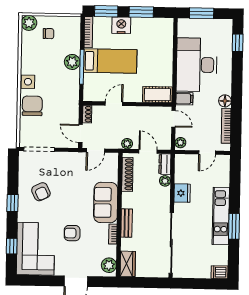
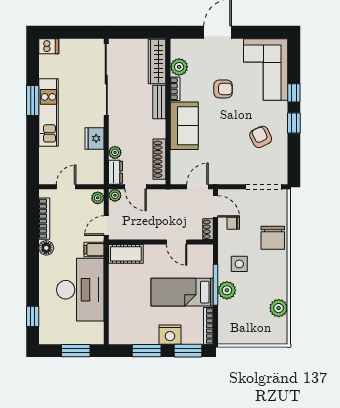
plant: (29, 23) -> (279, 308), moved
chair: (48, 34) -> (233, 223), moved
side table: (28, 82) -> (239, 264), moved
door: (114, 104) -> (177, 242), hinge flipped
door: (174, 119) -> (106, 226), hinge flipped
plant: (127, 144) -> (115, 195), moved
window: (12, 246) -> (294, 93), moved
wardrobe: (128, 264) -> (157, 61), width x1.50
plant: (109, 265) -> (179, 67), moved

